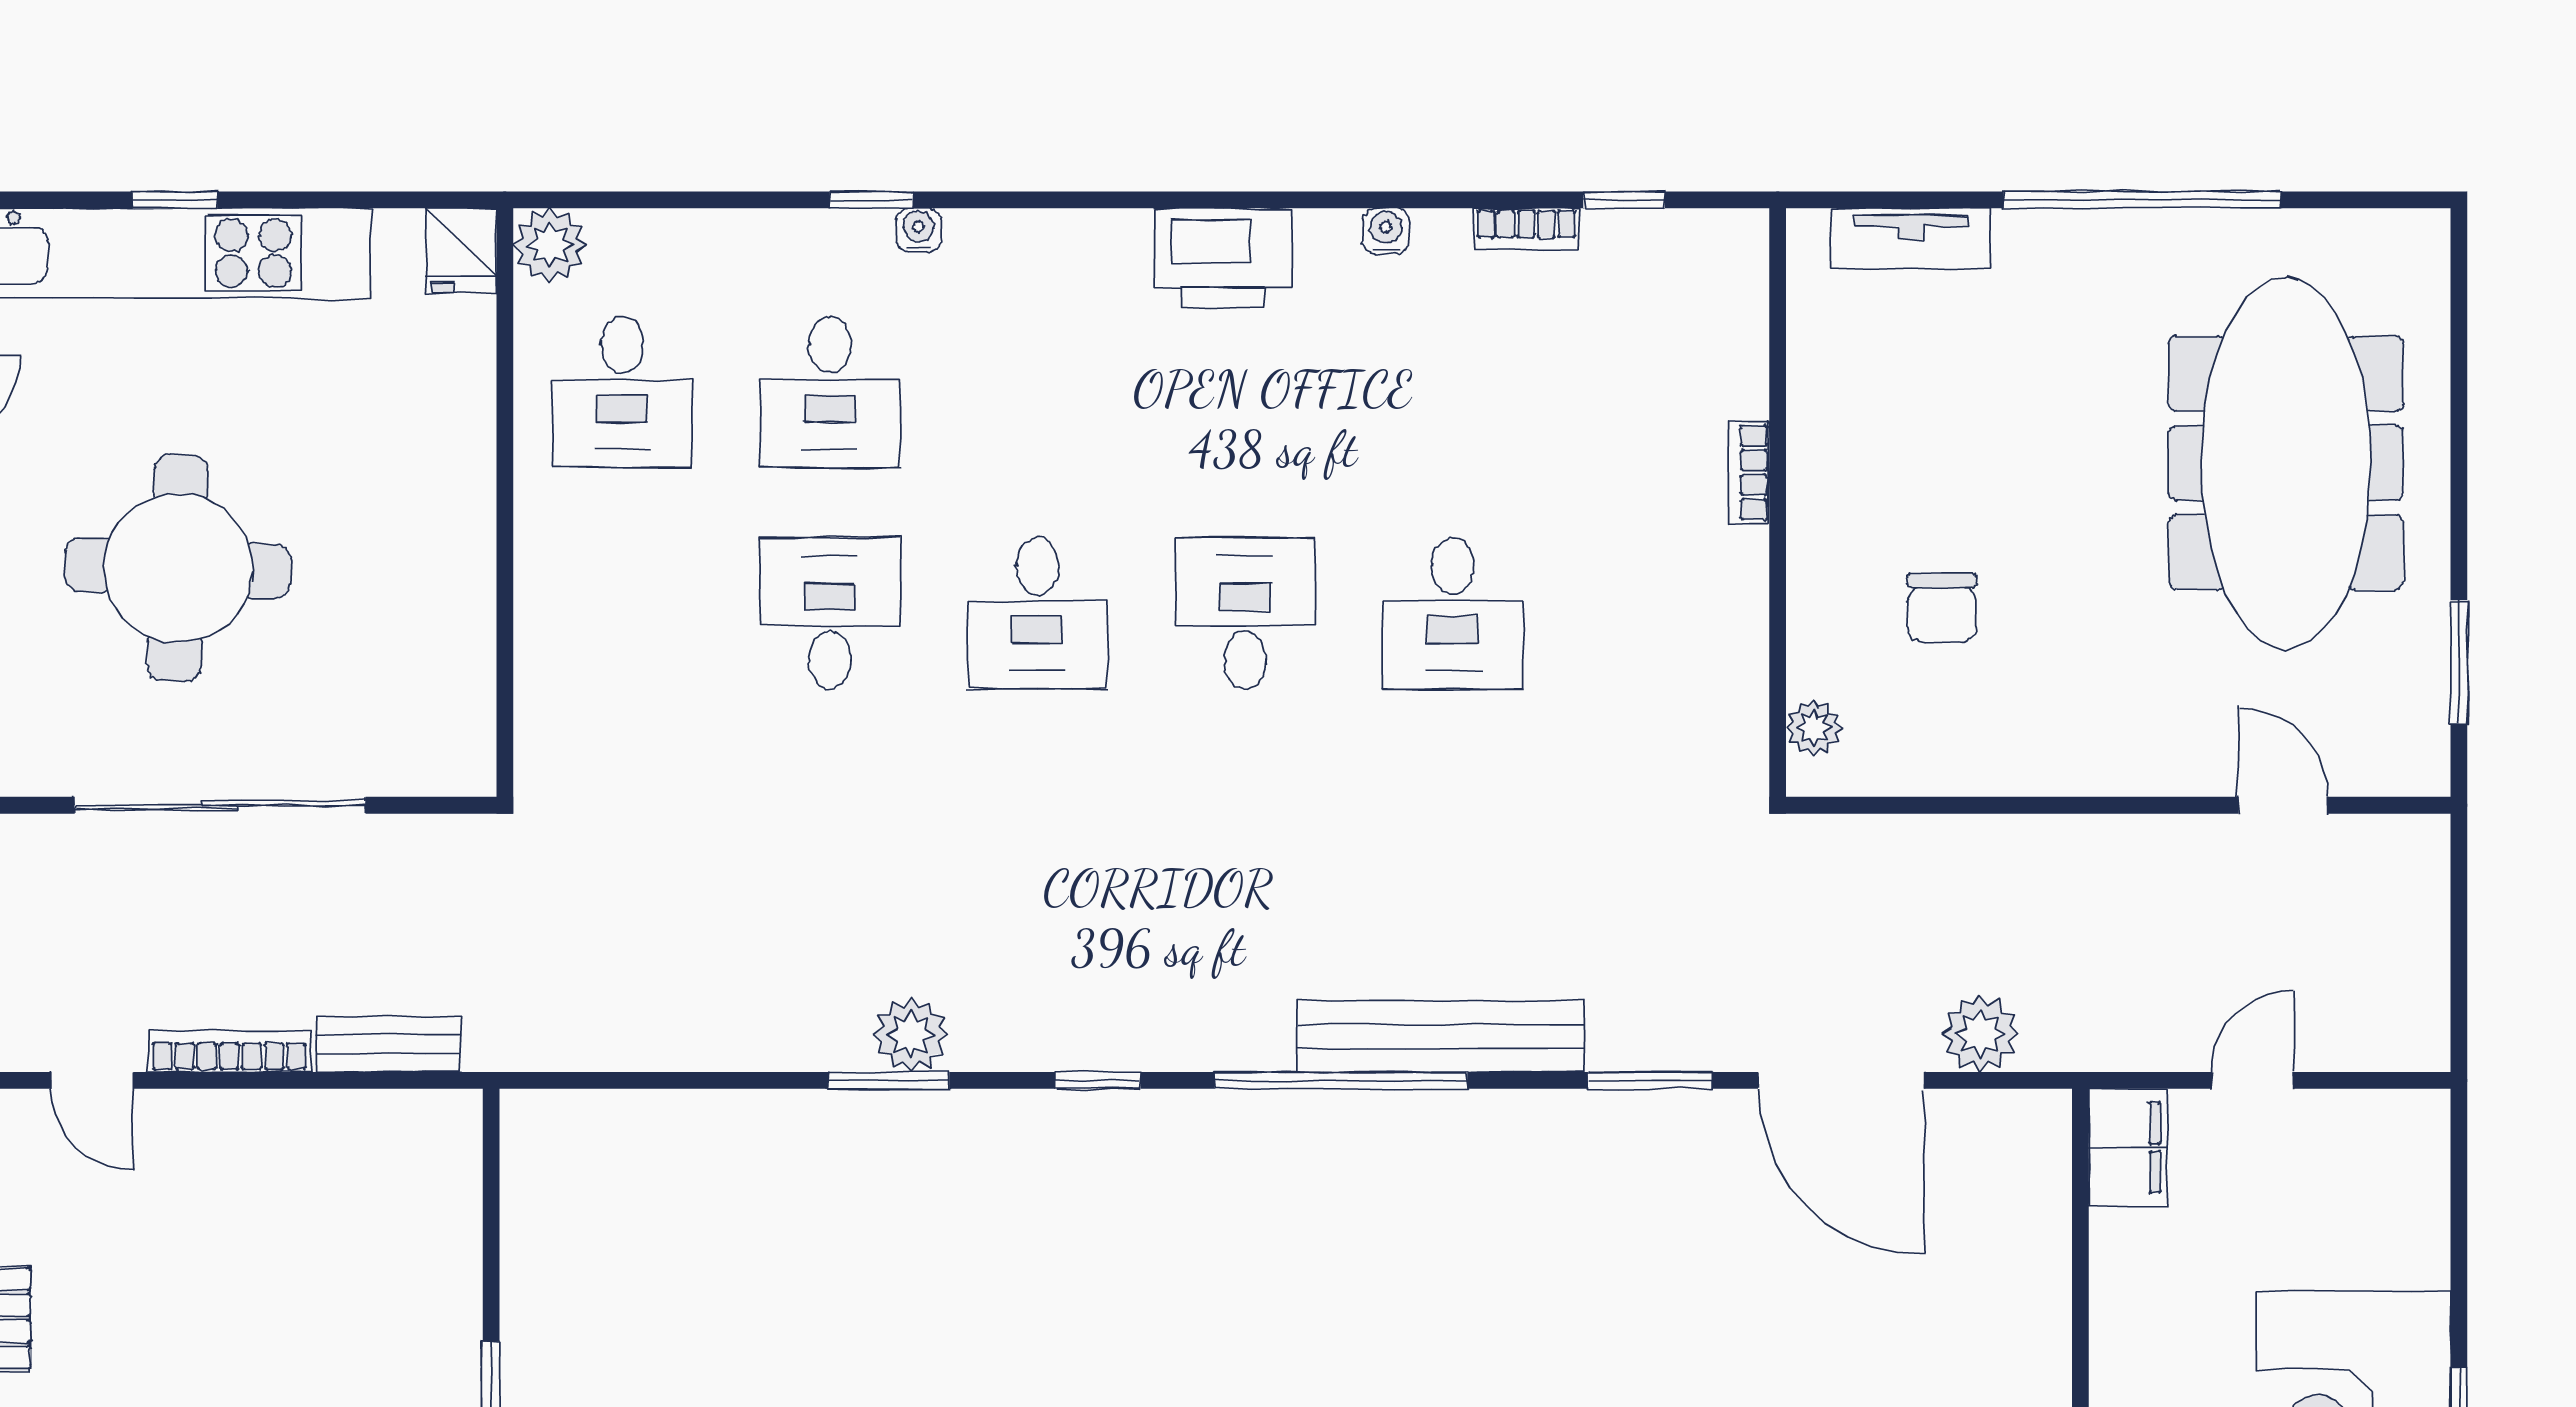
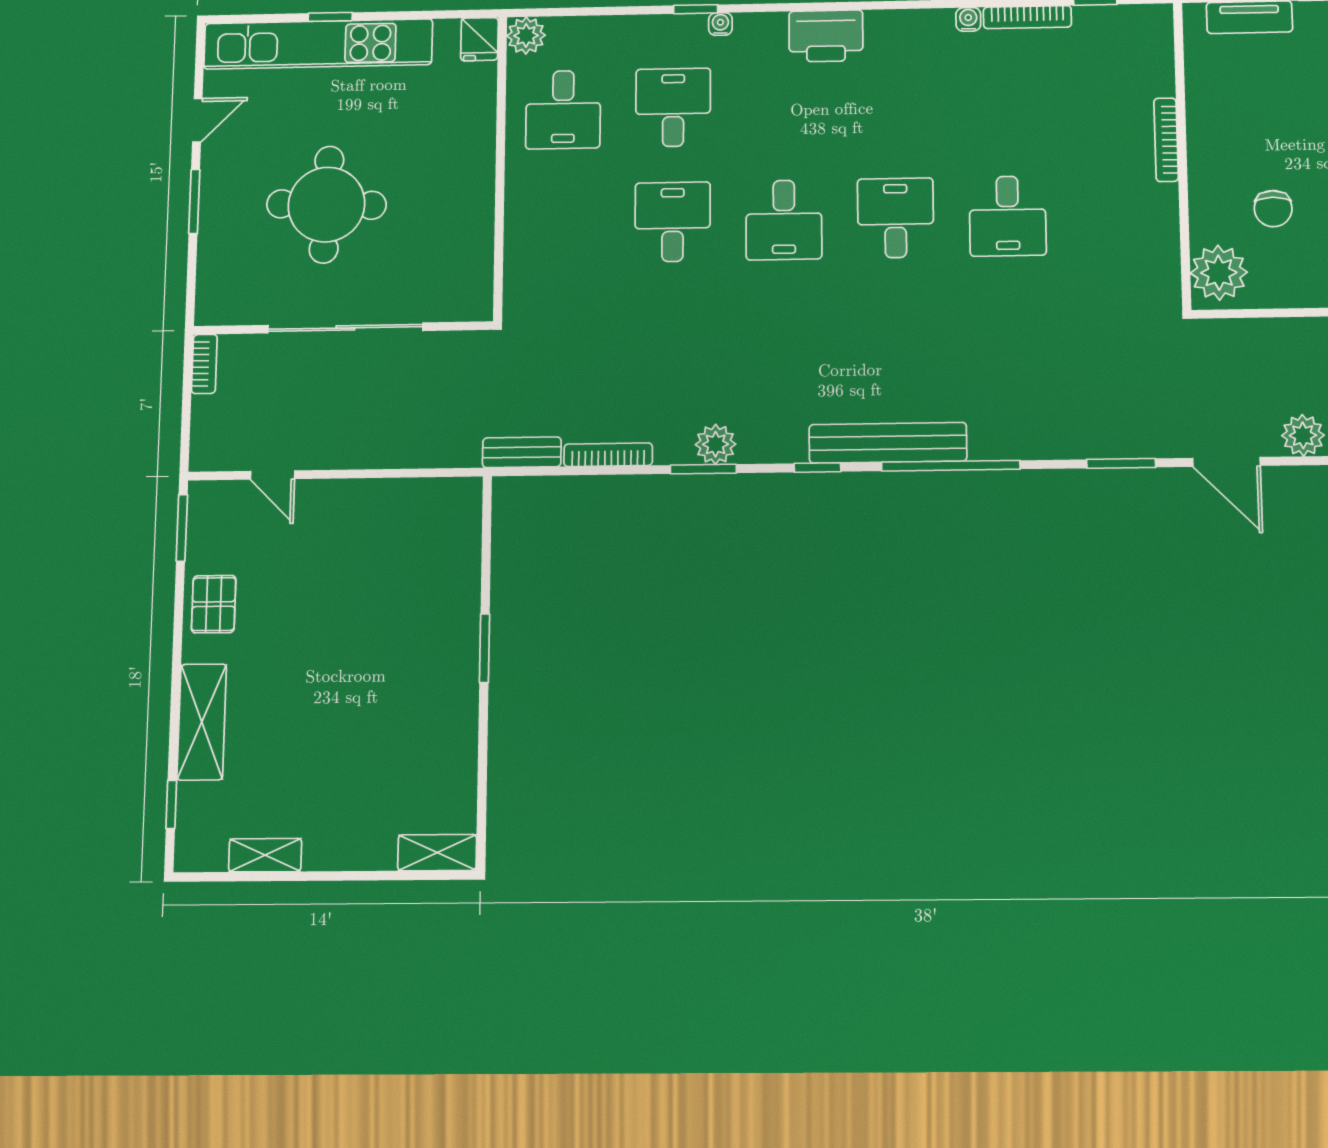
bookcase: (1526, 229) -> (1027, 17), width x1.56
printer: (1223, 258) -> (826, 36), moved
desk: (830, 392) -> (673, 107), turned 180
bookcase: (1749, 473) -> (1166, 140), width x1.56
plant: (1814, 728) -> (1219, 273), width x1.87, depth x1.87
bench: (1441, 1036) -> (888, 443), moved
bench: (389, 1045) -> (522, 452), moved
bookcase: (229, 1051) -> (608, 455), moved
door: (1841, 1080) -> (1226, 462), width x0.73

